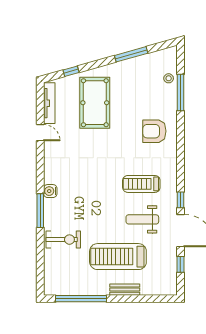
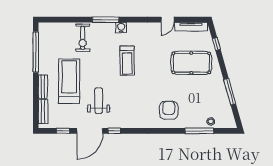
treadmill: (141, 184) -> (127, 61), moved, turned 180
bench: (156, 289) -> (43, 112), added

